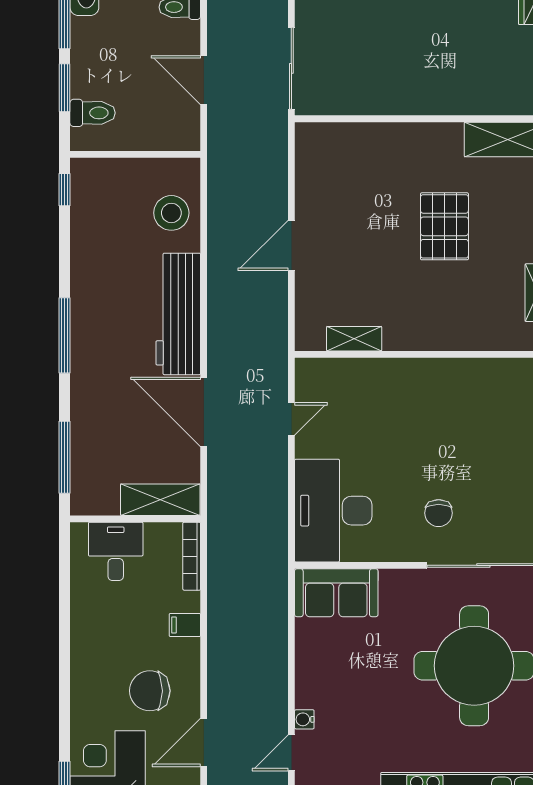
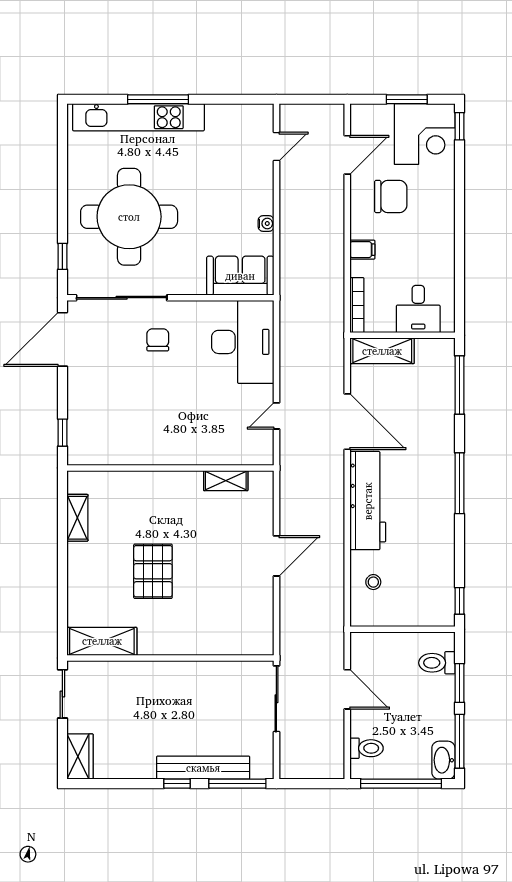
stool: (171, 213) -> (373, 582), width x0.53, depth x0.53
water cooler: (304, 719) -> (266, 224), moved

